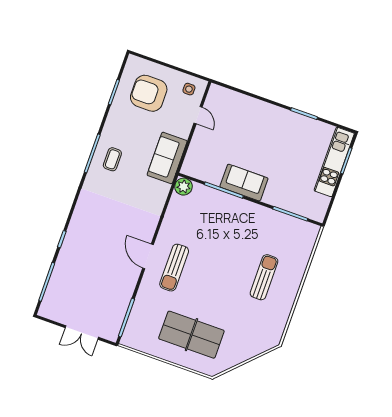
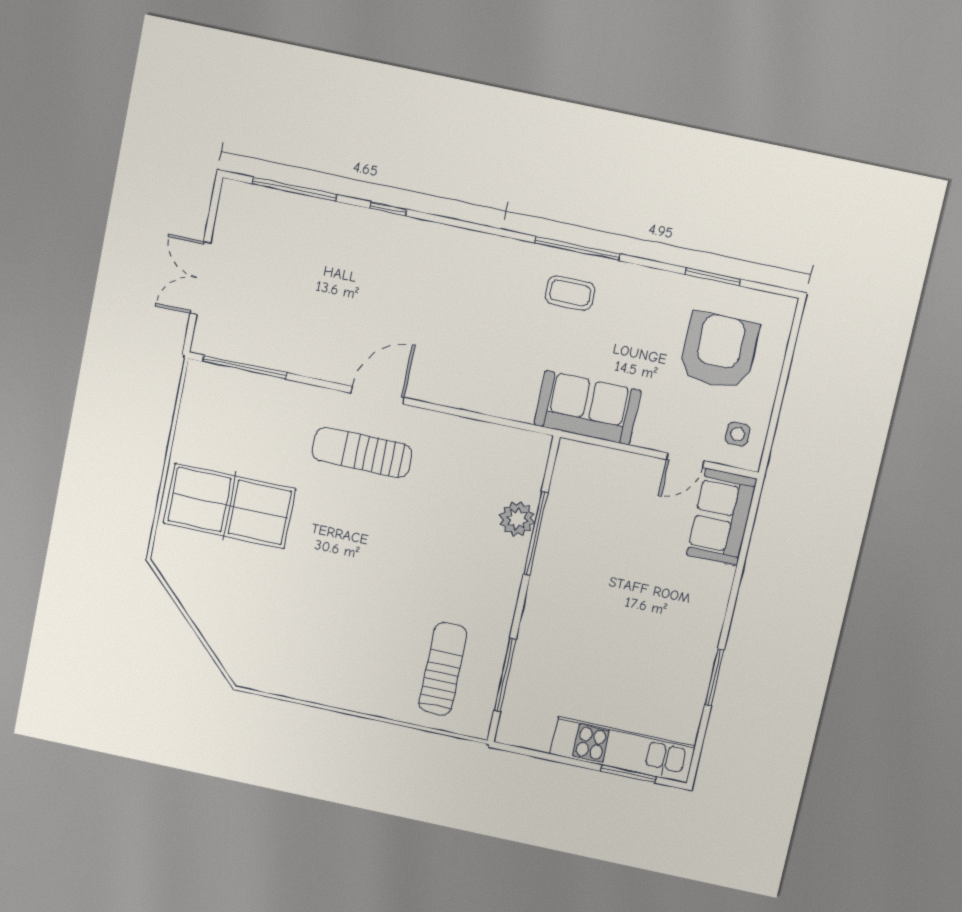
sofa: (244, 183) -> (722, 517), moved, turned 180
plant: (183, 187) -> (517, 519), moved
sun lounger: (264, 277) -> (443, 669), moved, turned -90
table tennis table: (191, 335) -> (230, 506), turned 90

